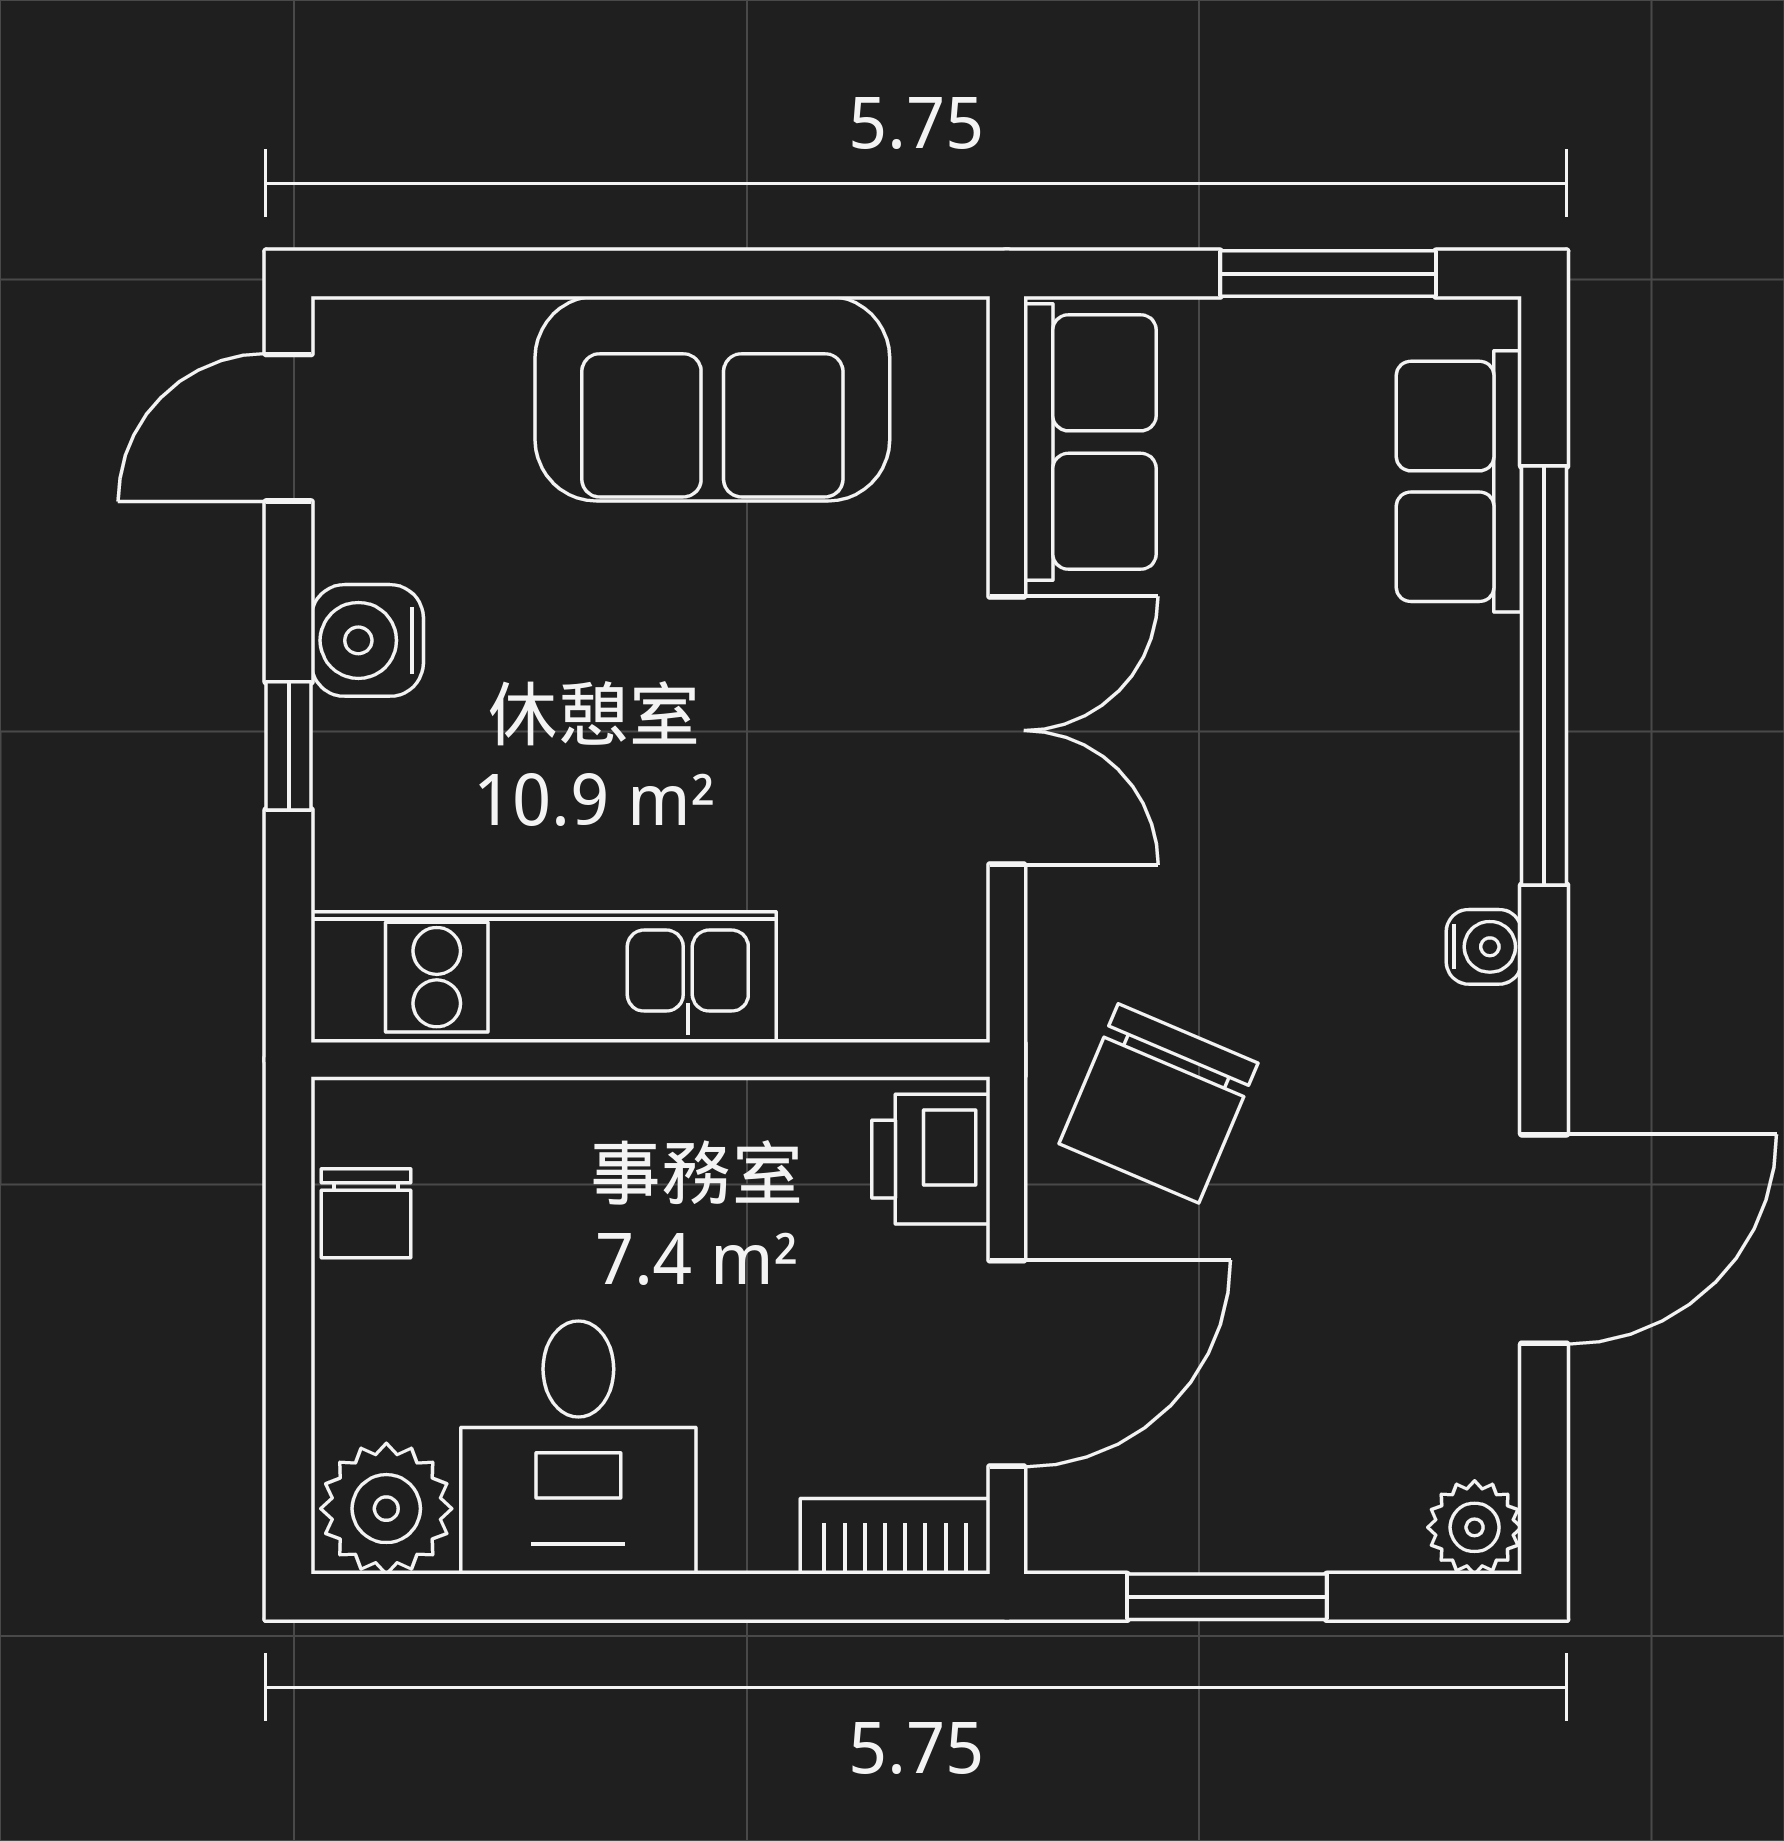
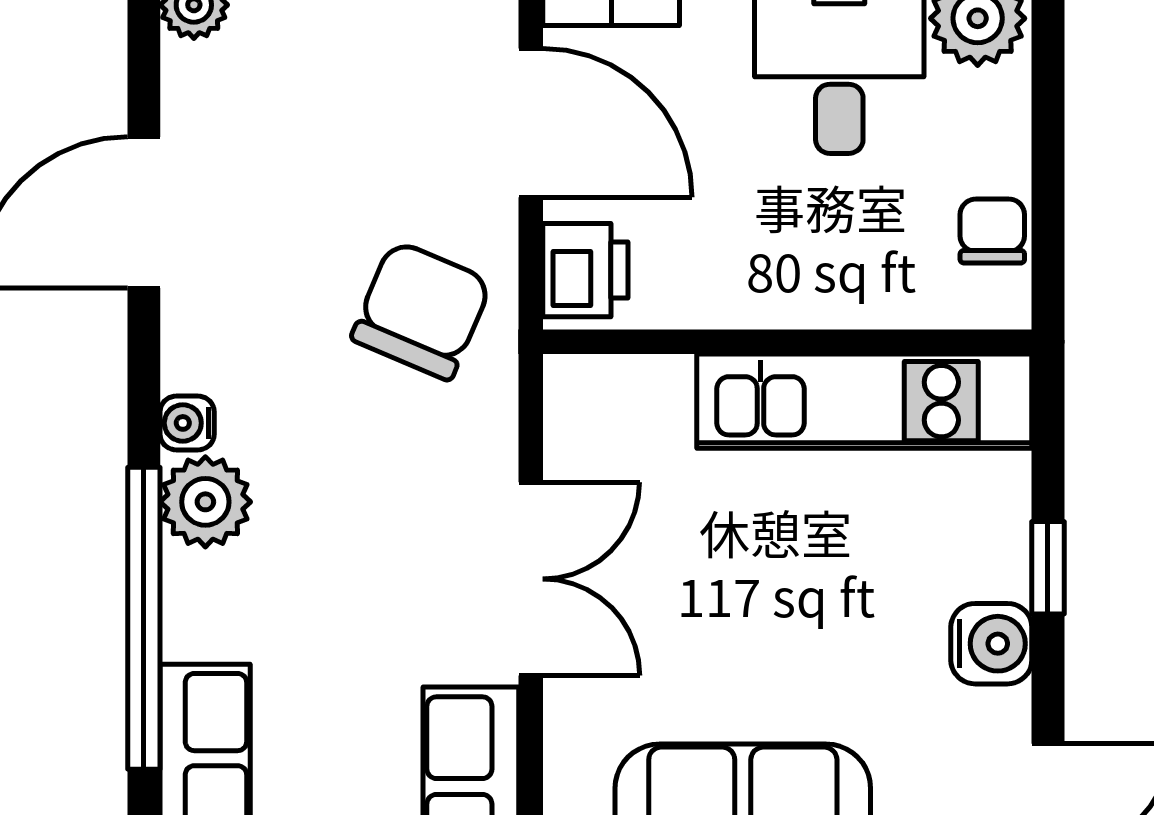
double door: (1007, 730) -> (531, 579), swing flipped
plant: (1459, 837) -> (205, 502), added
door: (1007, 1363) -> (531, 123), swing flipped

